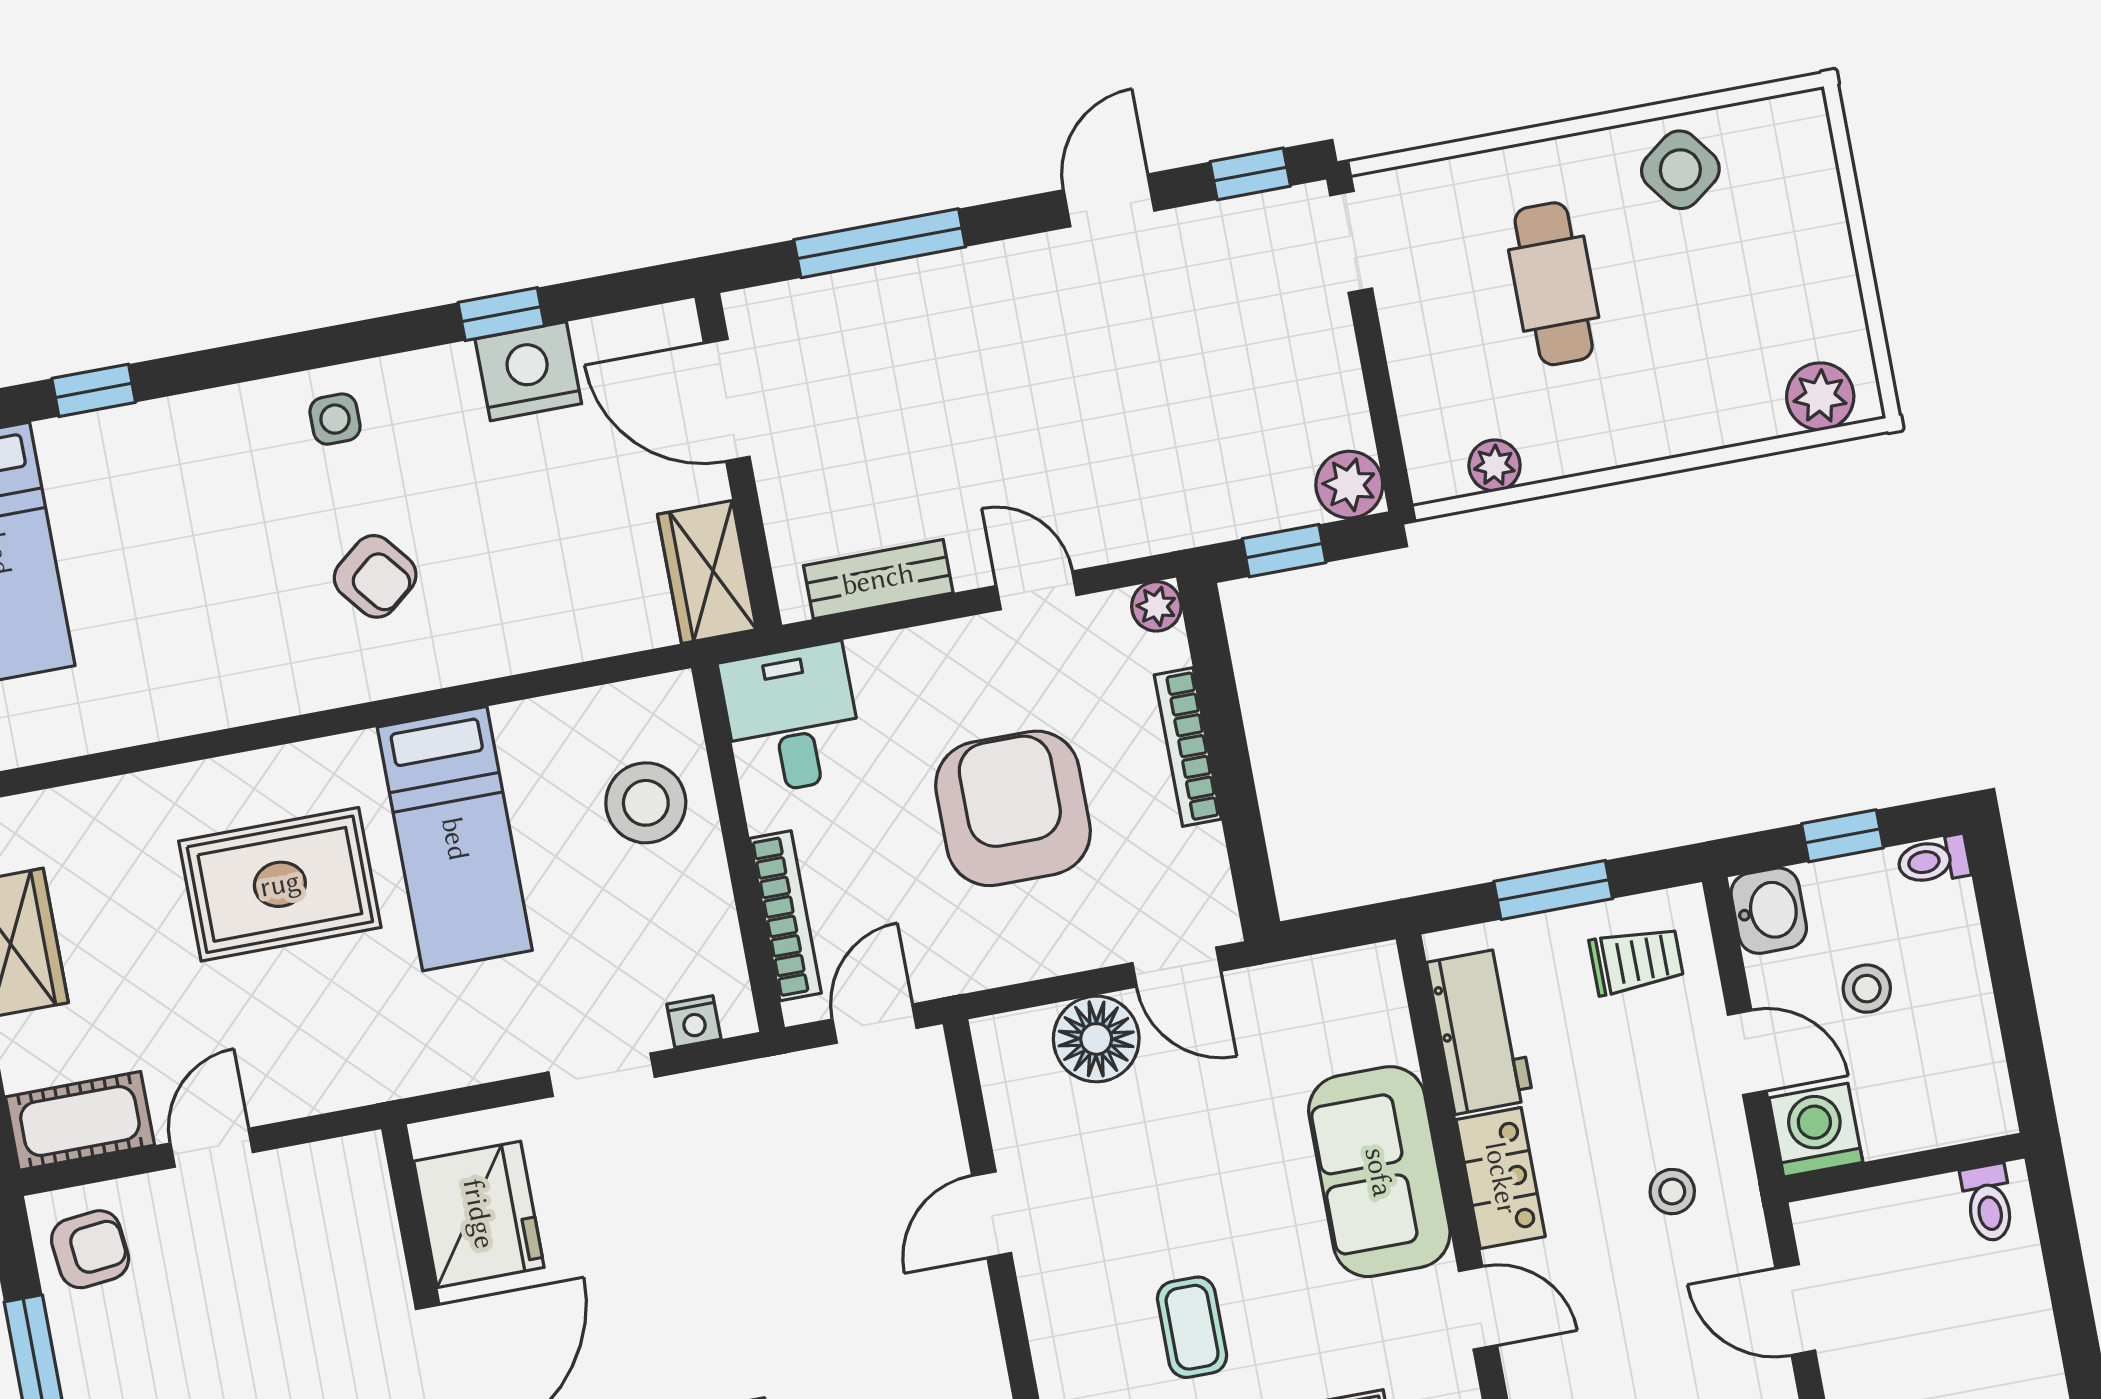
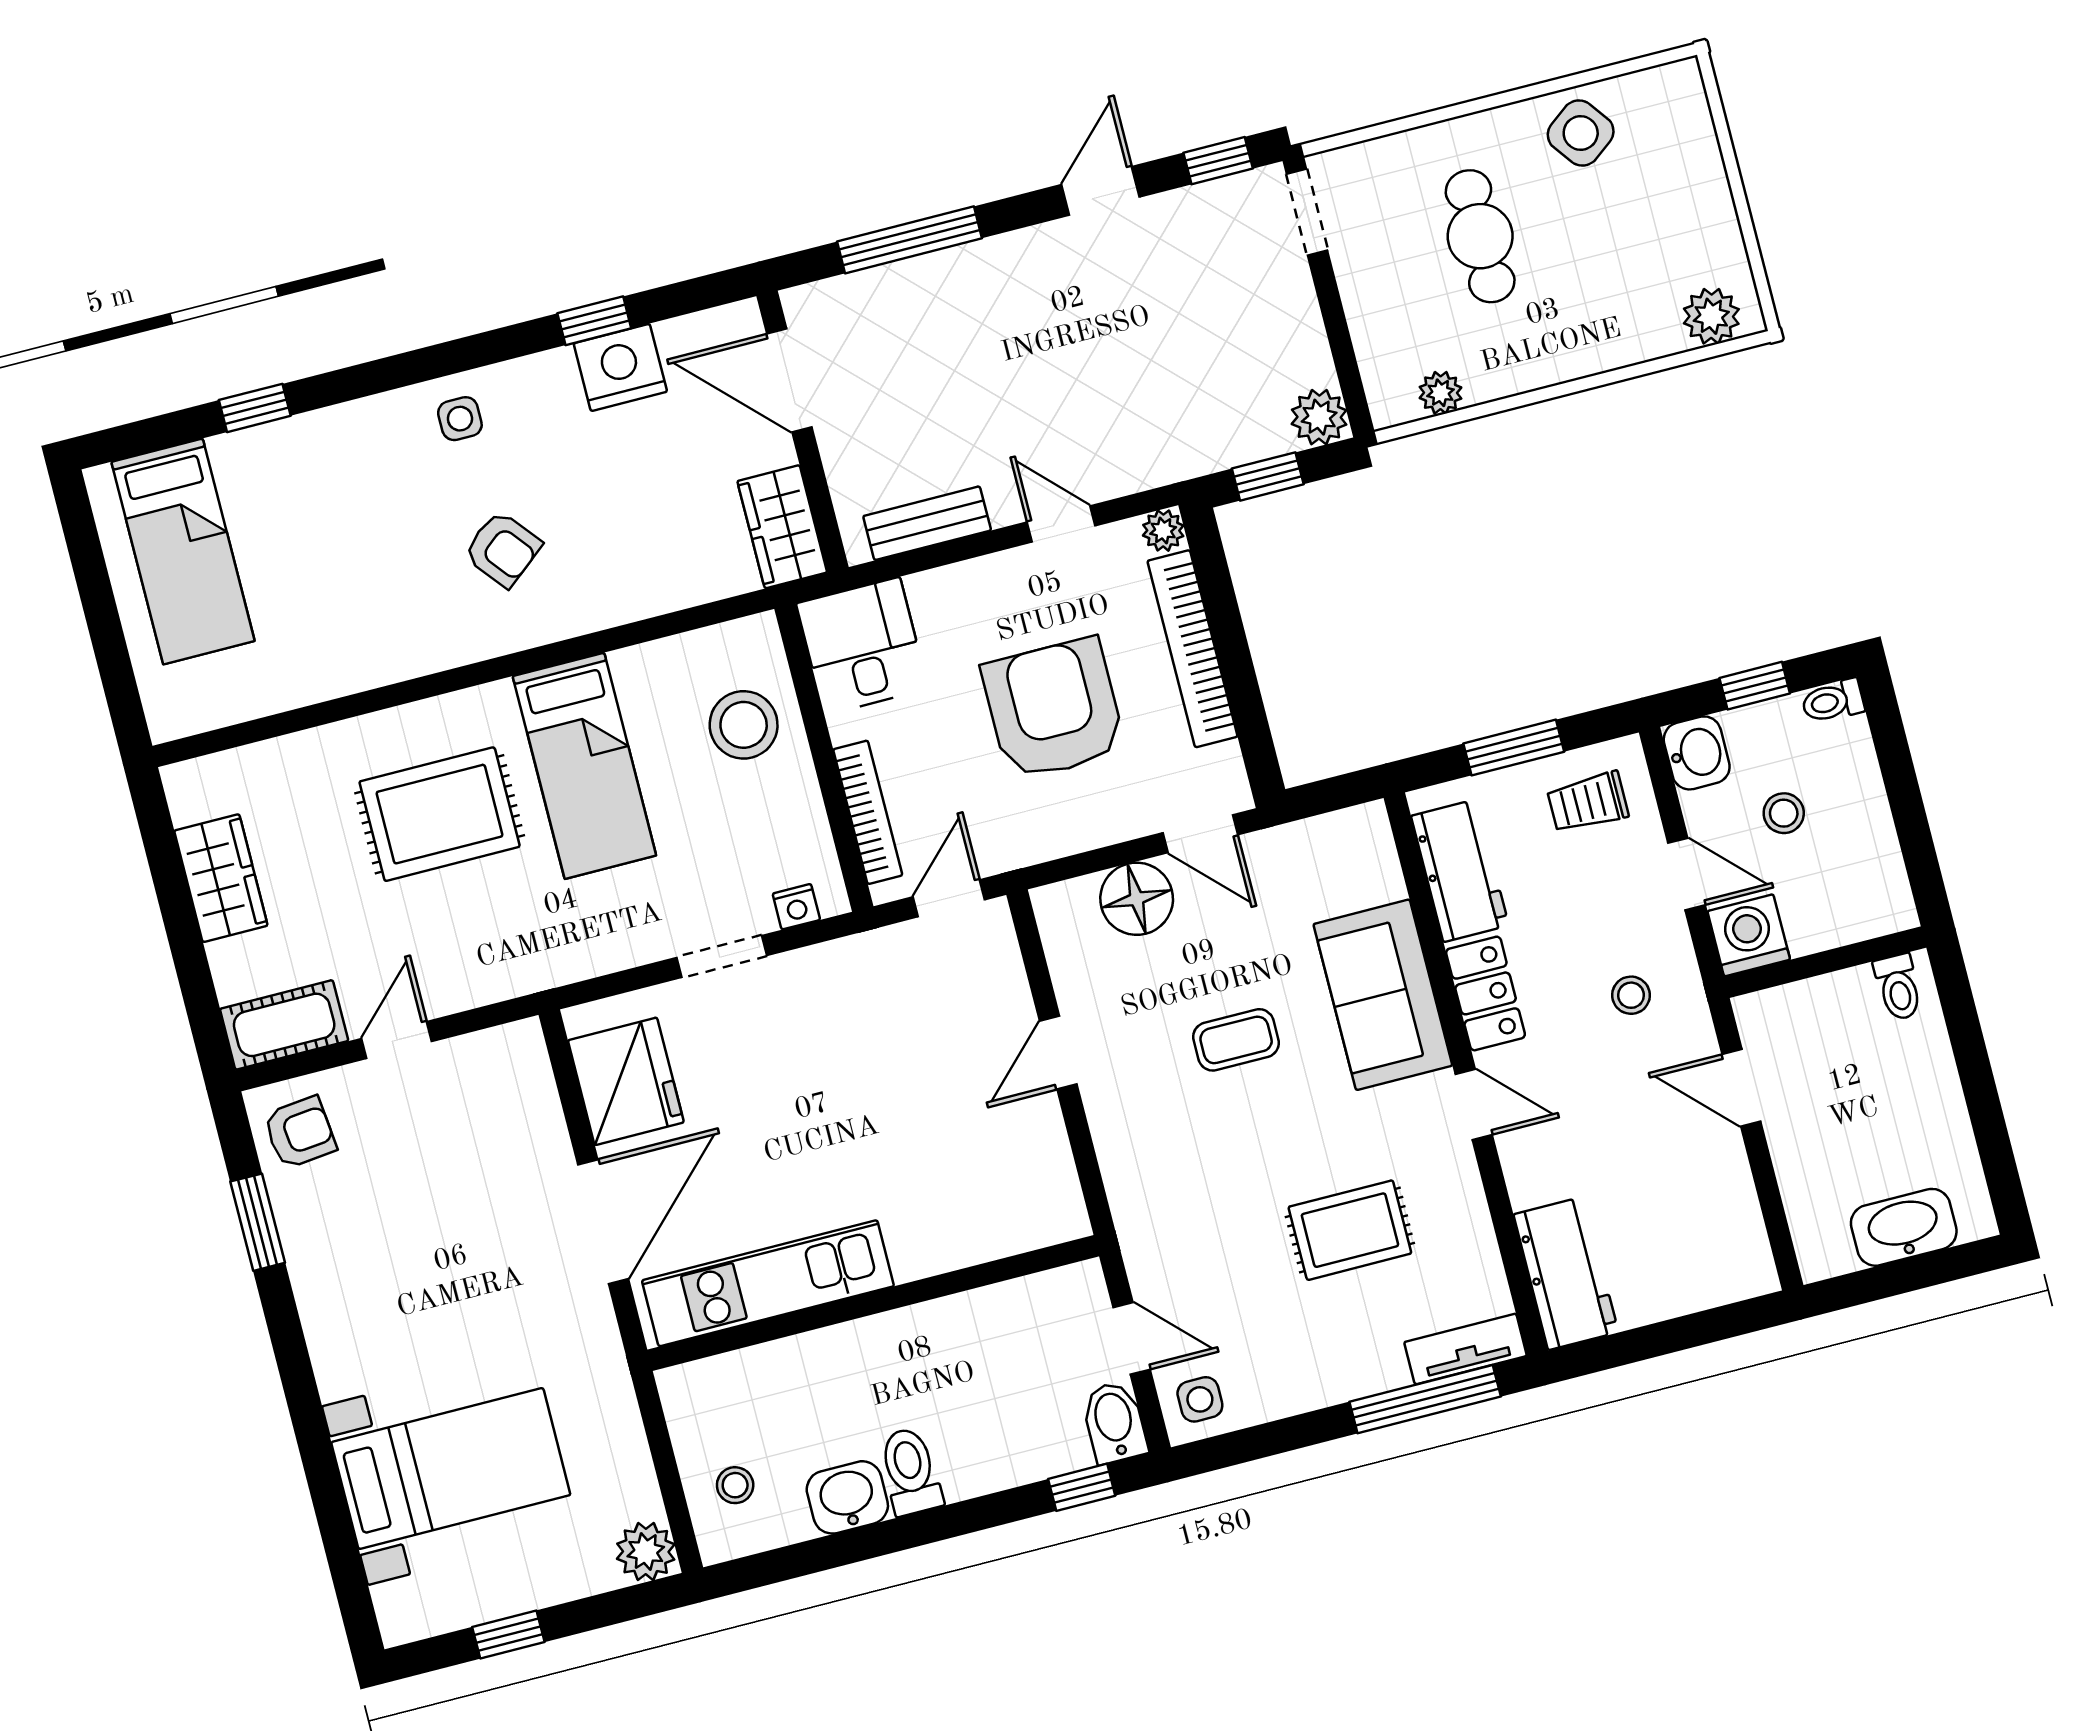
bookcase: (1188, 747) -> (1192, 649), width x1.48, depth x1.31
trolley: (1636, 960) -> (1588, 802), turned 180
coffee table: (1192, 1327) -> (1236, 1040), moved, turned 90

